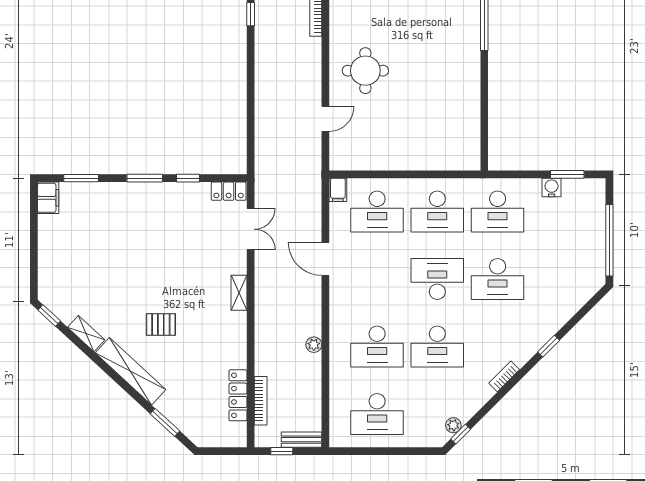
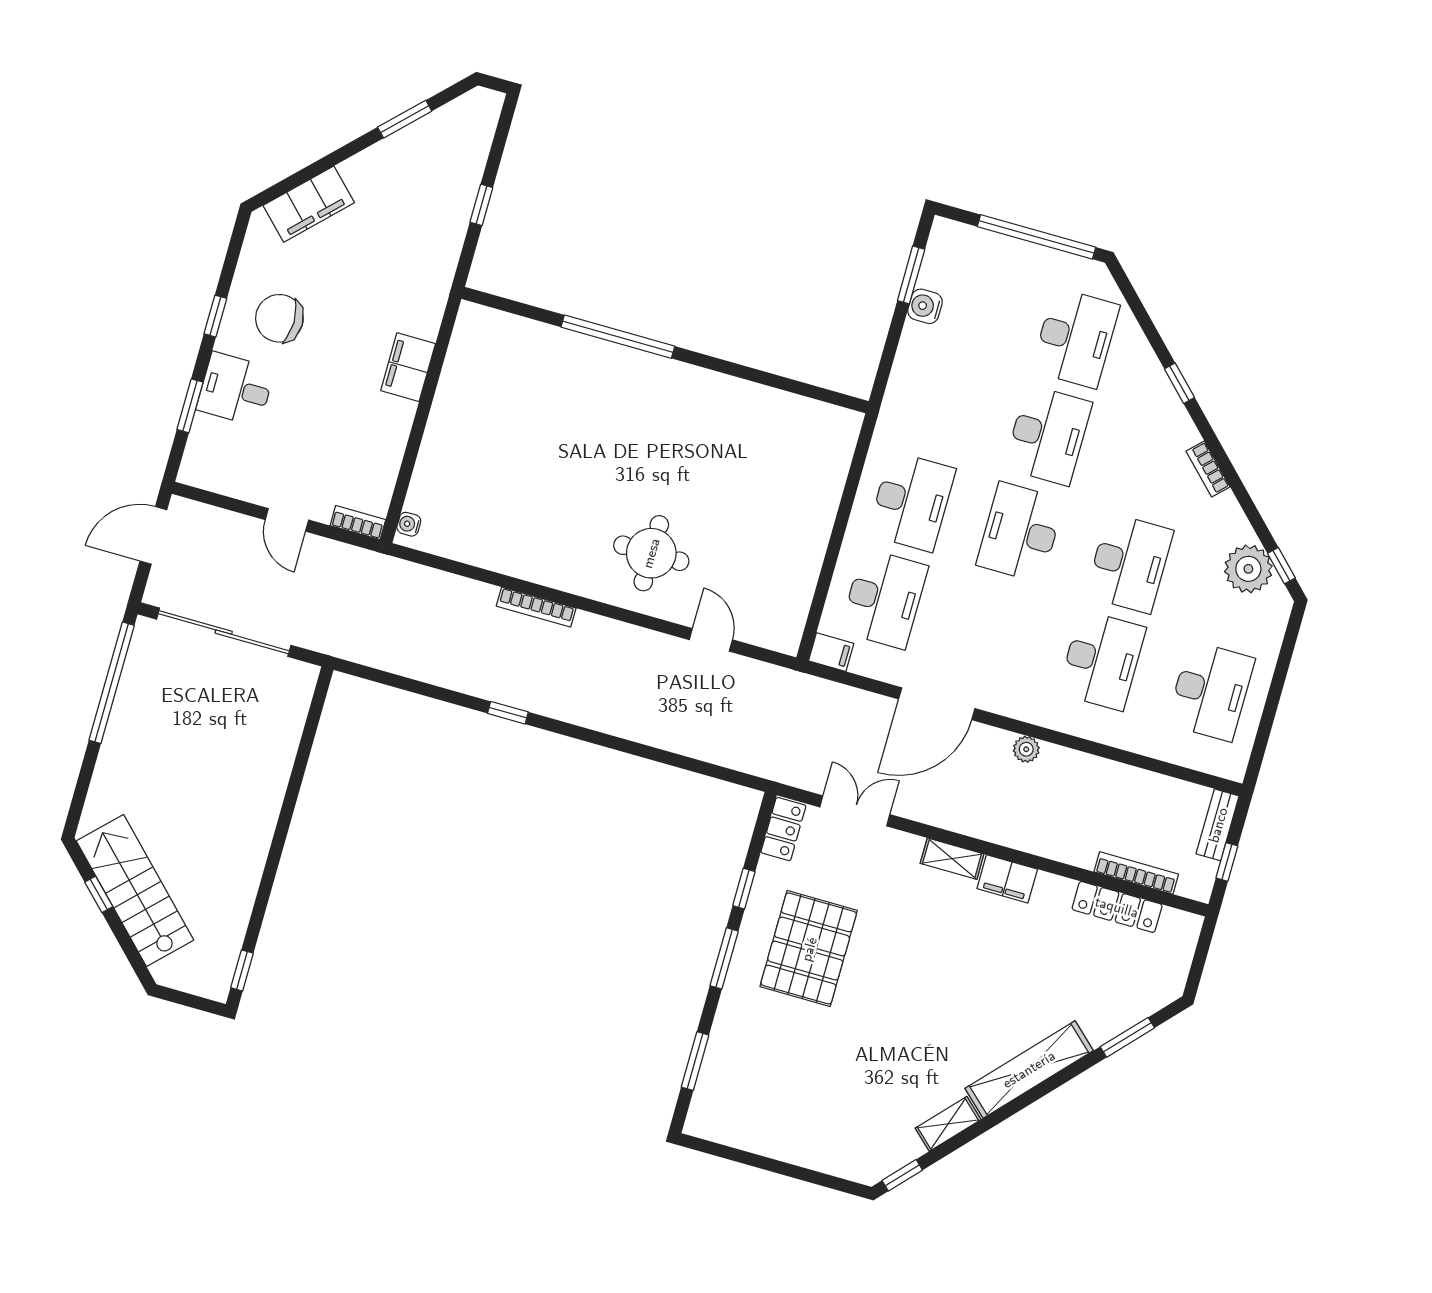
filing cabinet: (48, 198) -> (1007, 879), moved, turned 180
desk: (498, 212) -> (1075, 338), moved
door: (325, 259) -> (937, 704), width x1.36
pallet: (161, 324) -> (809, 949), moved, width x2.05, depth x2.00
plant: (314, 345) -> (1026, 749), moved
plant: (453, 425) -> (1248, 569), width x1.87, depth x1.87

